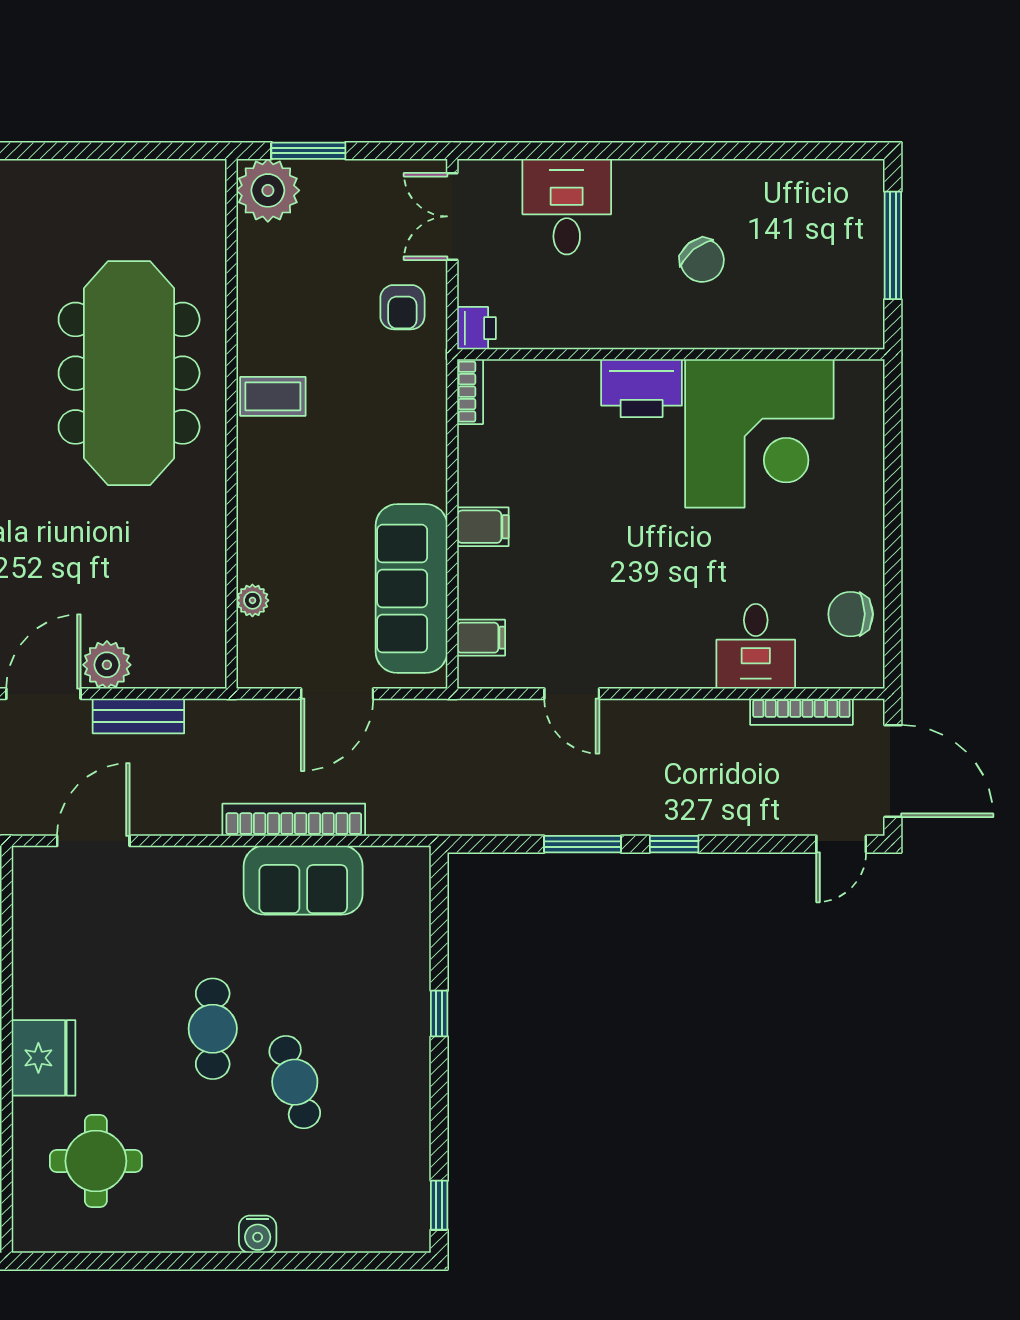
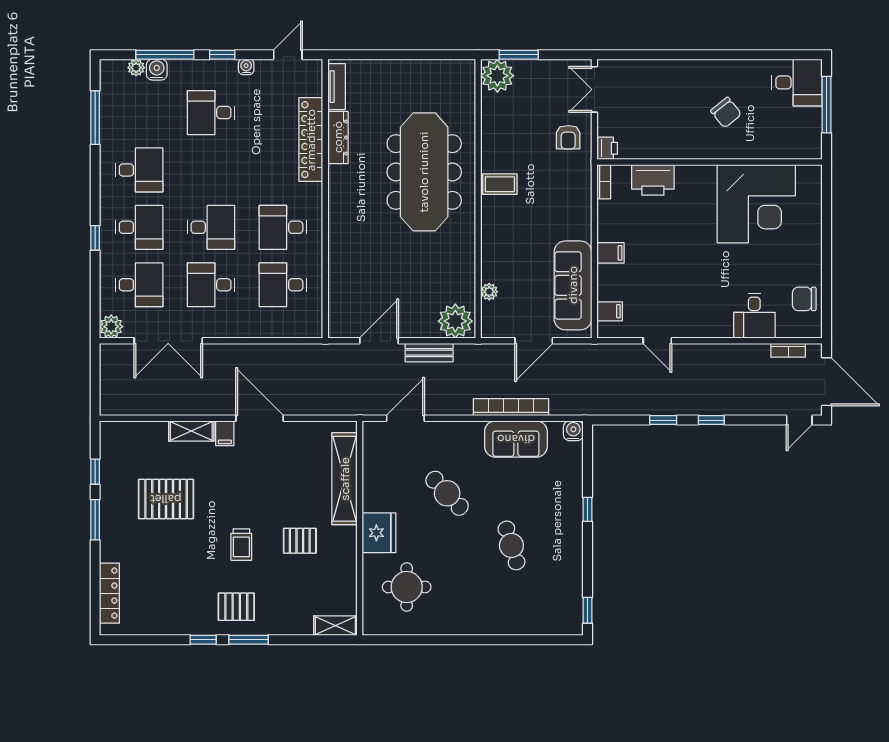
desk: (567, 207) -> (797, 82), moved, turned 90
printer: (642, 388) -> (653, 180), moved
plant: (107, 665) -> (455, 321), moved, width x1.36, depth x1.36
bookcase: (801, 712) -> (788, 350), width x0.64
window: (583, 844) -> (663, 420), width x0.67
cafe table: (213, 1029) -> (447, 493), moved, turned -43
water cooler: (258, 1234) -> (573, 431), moved, turned 180

